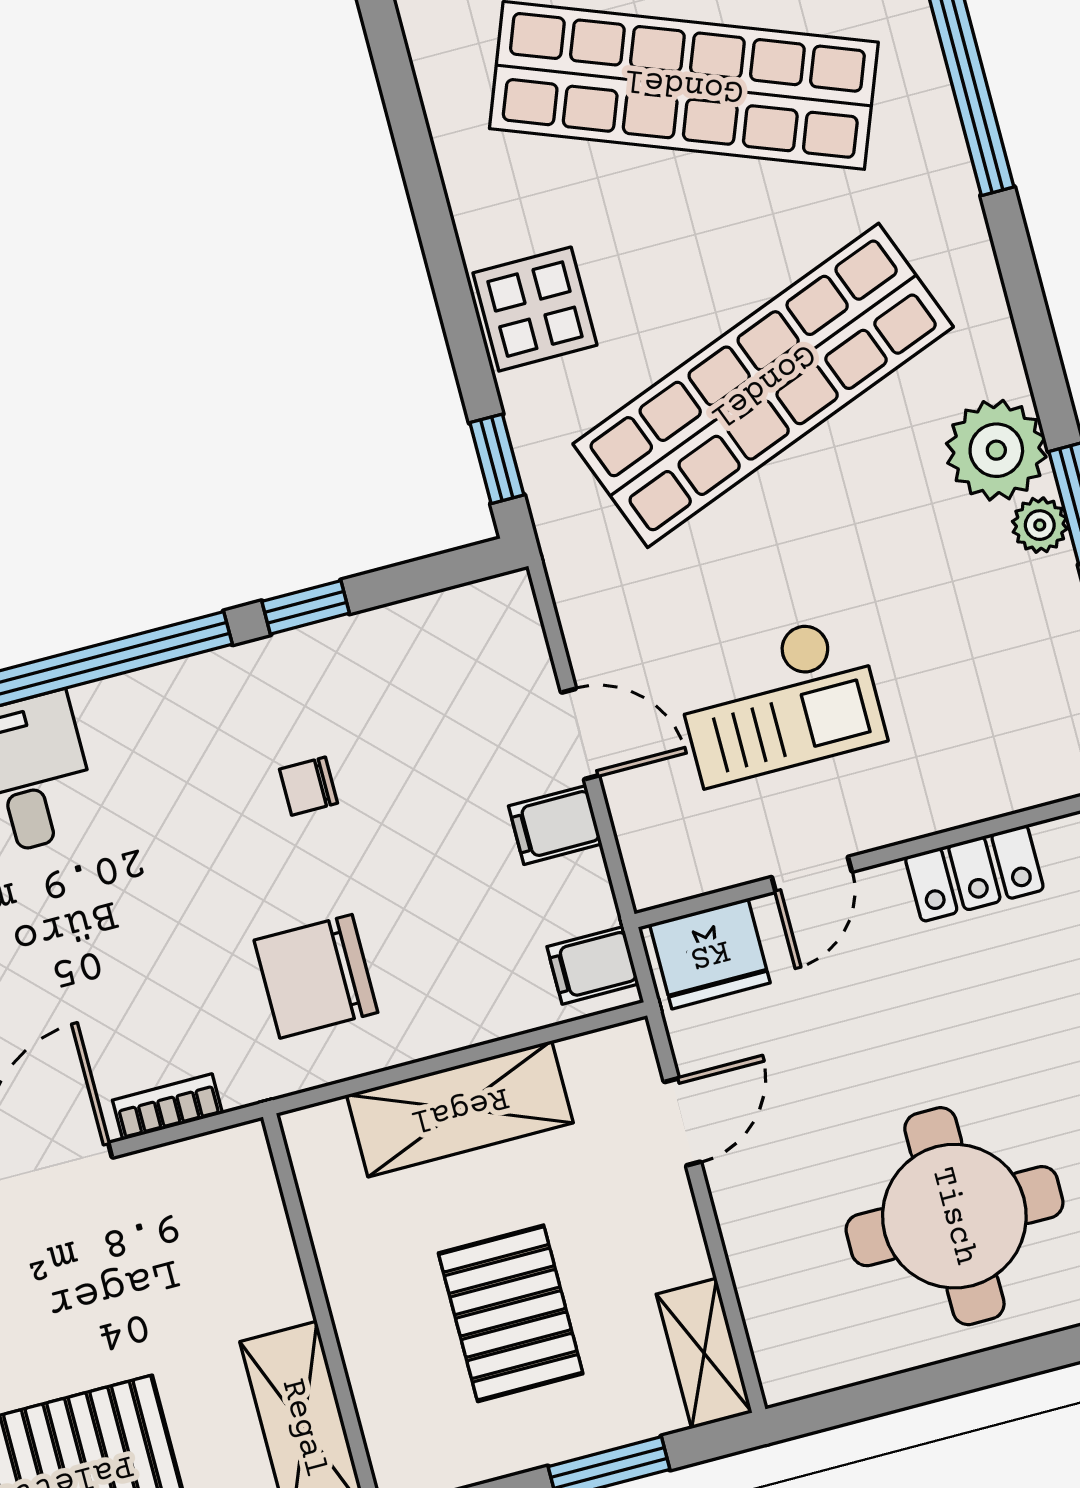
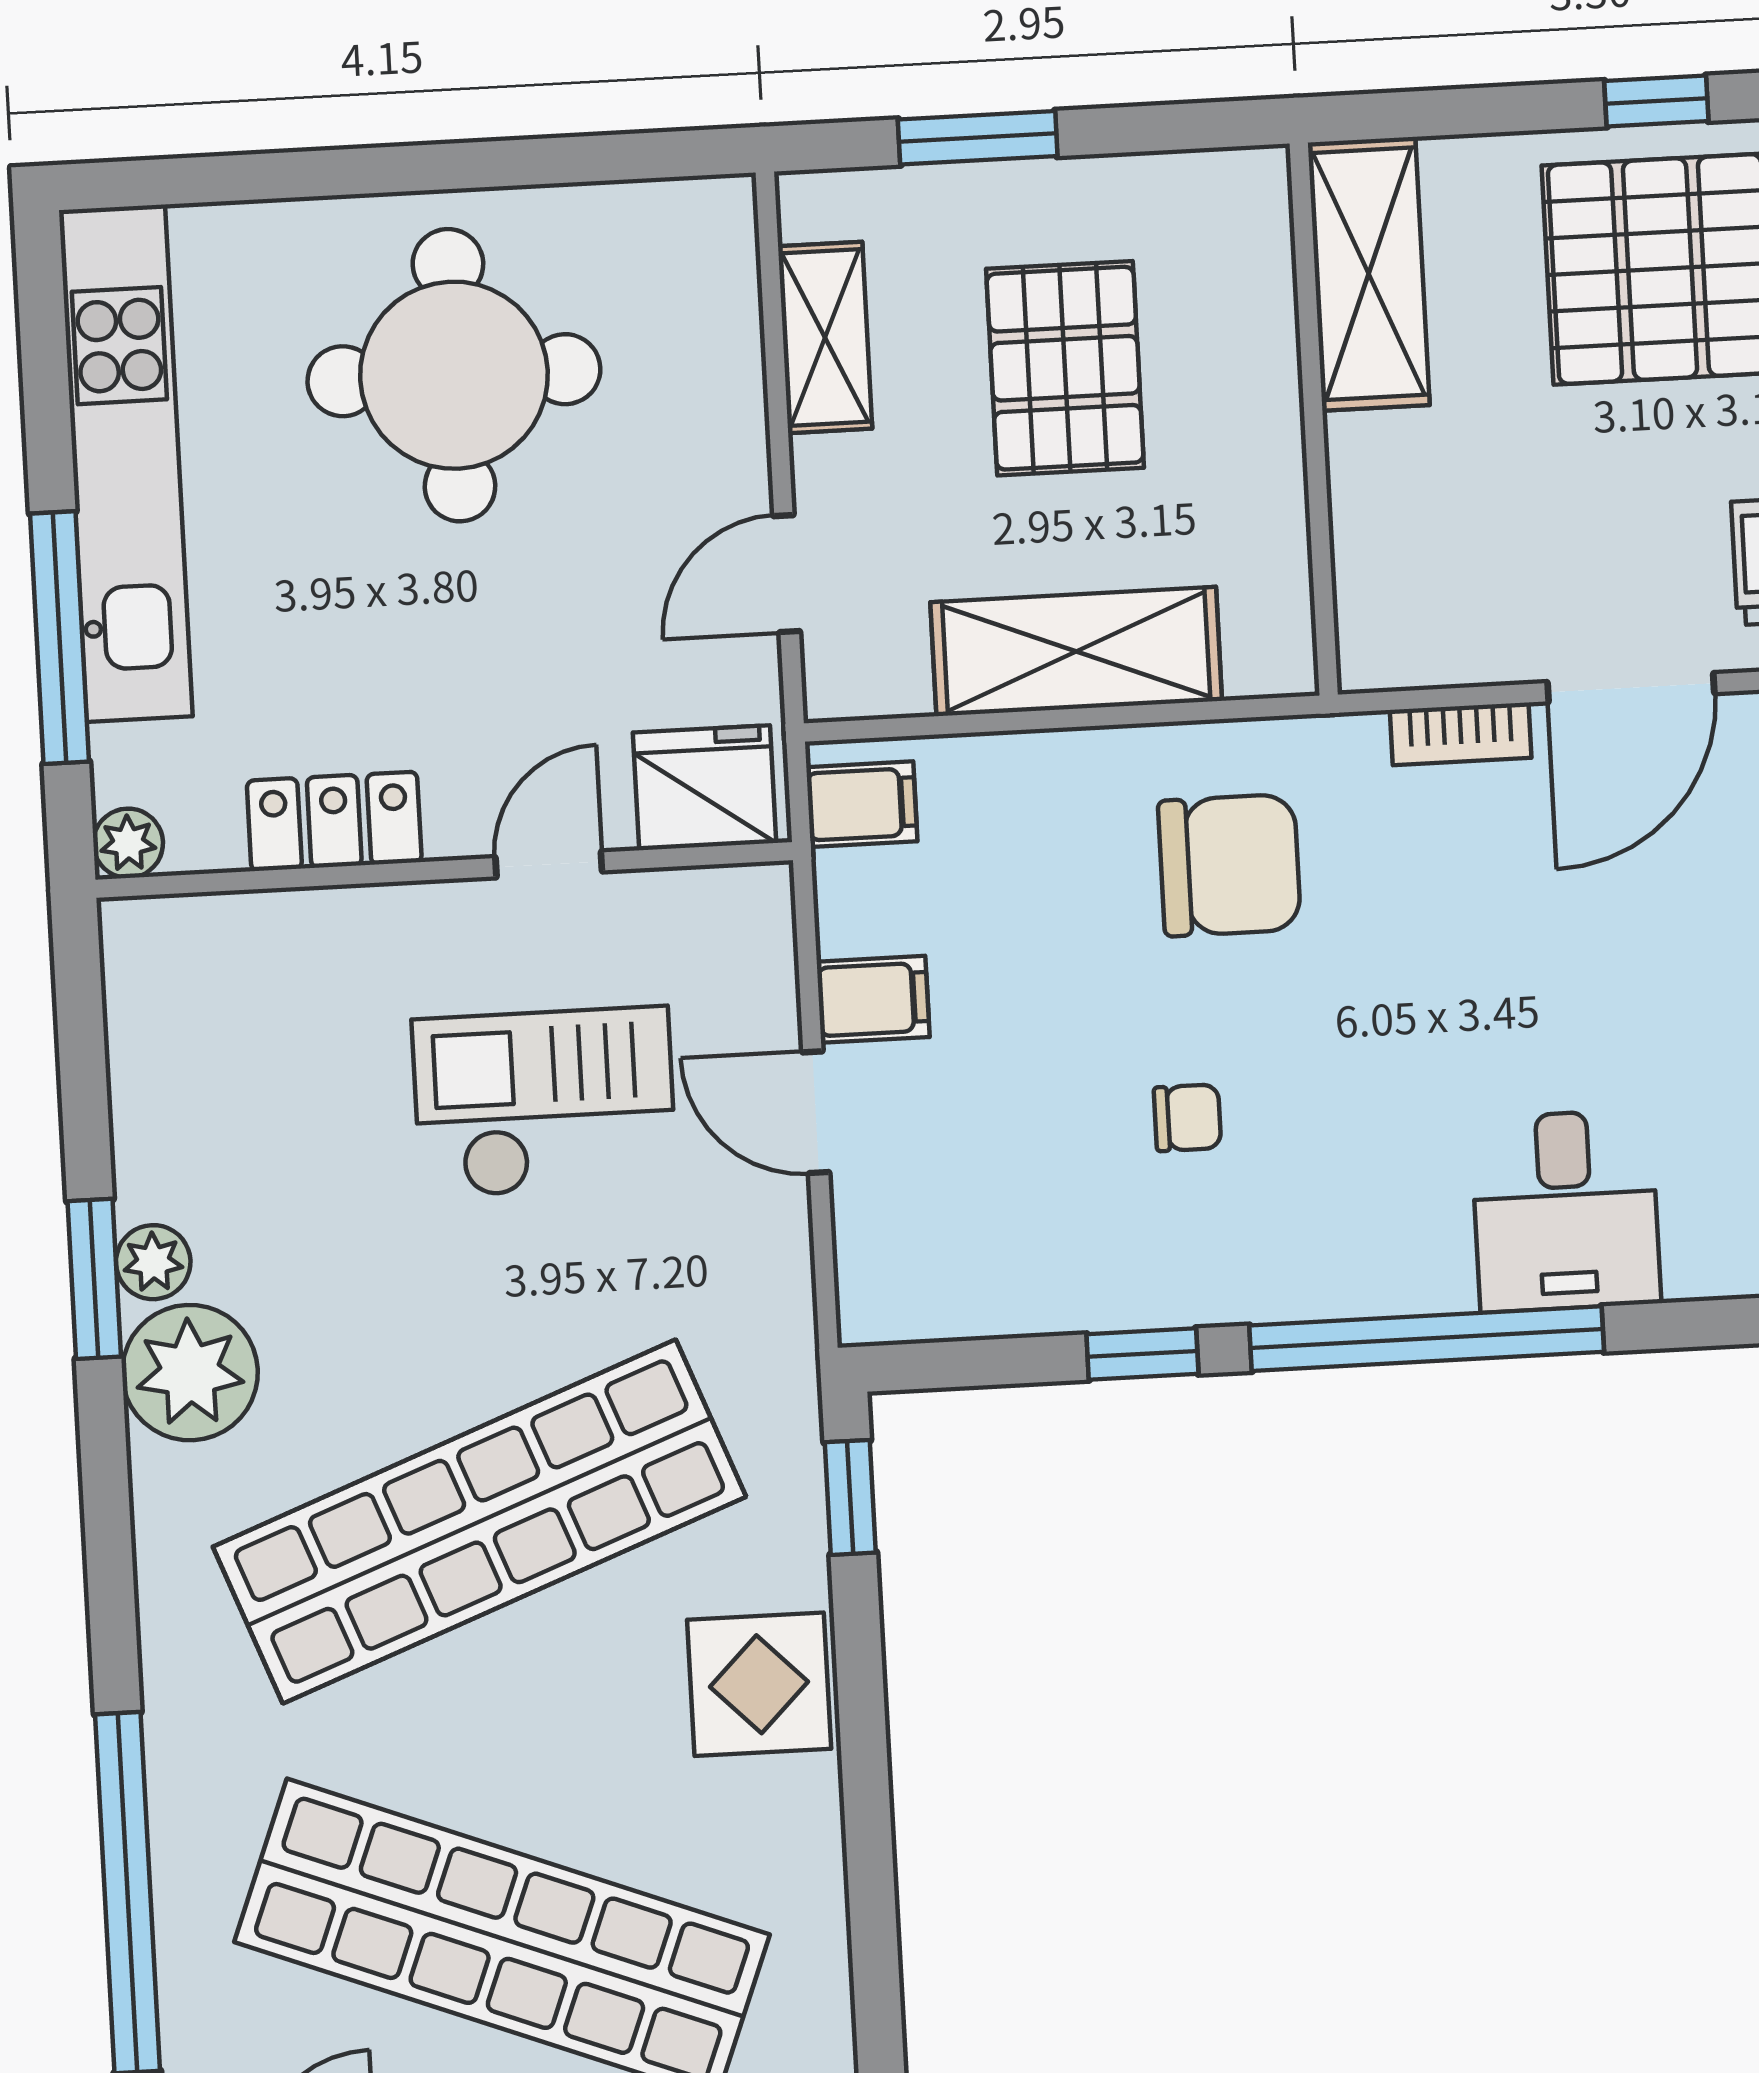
shelving: (704, 1353) -> (825, 337), moved

